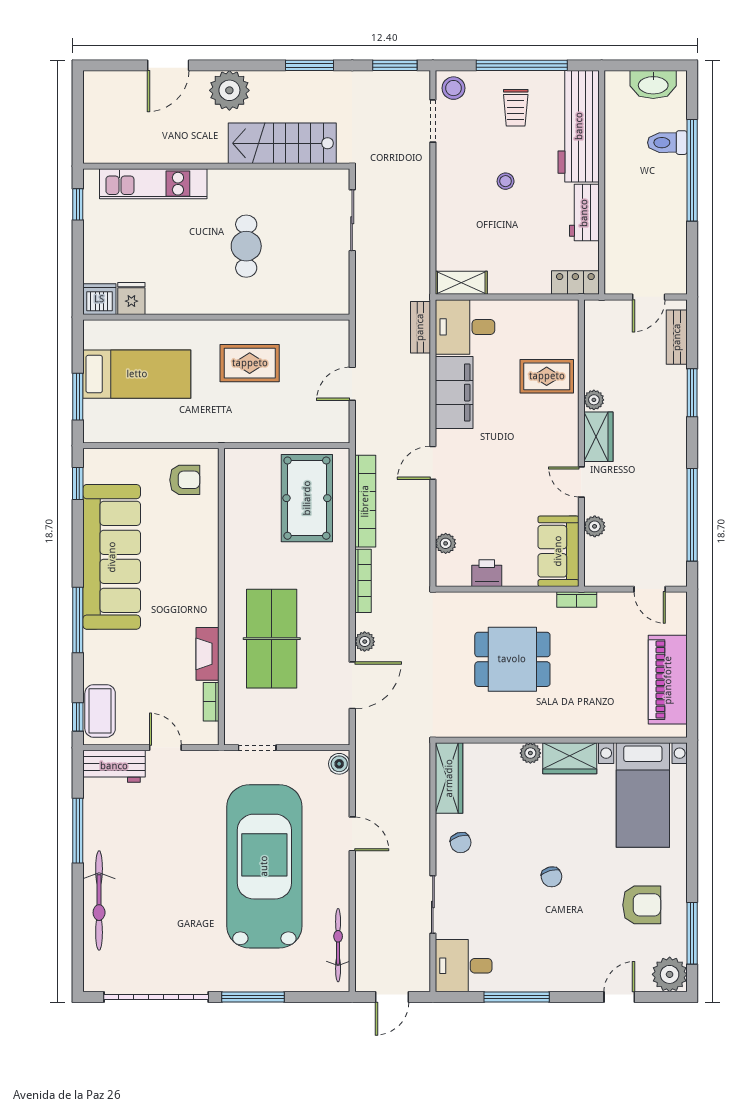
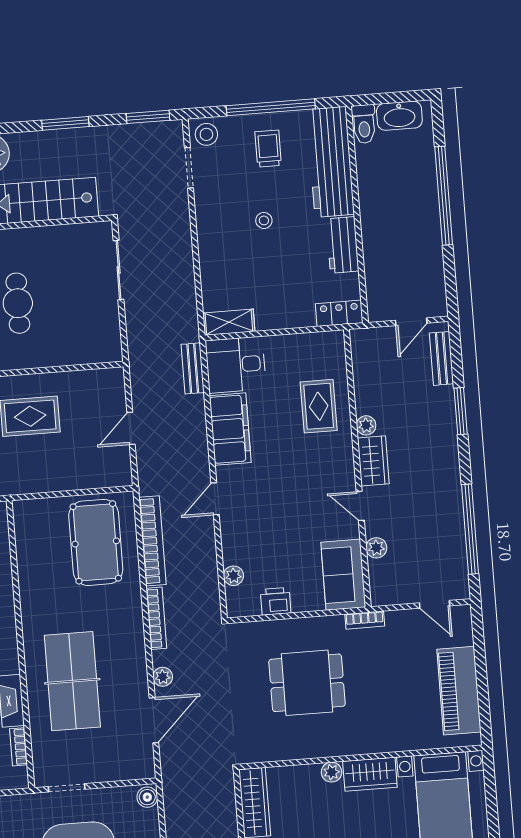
trolley: (516, 108) -> (268, 149), turned 180
toilet: (667, 143) -> (364, 124), moved, turned -90
rug: (547, 376) -> (319, 406), turned 90

